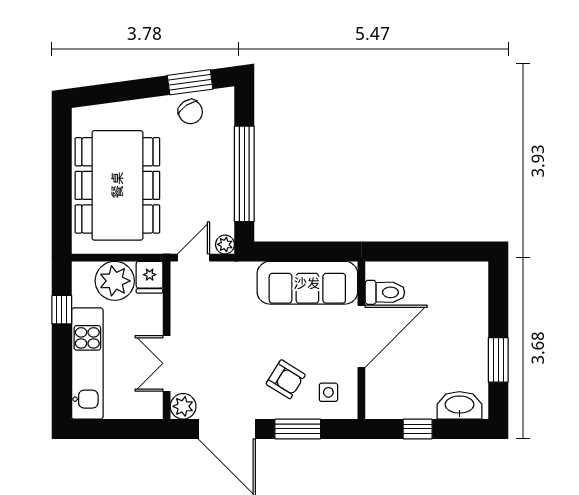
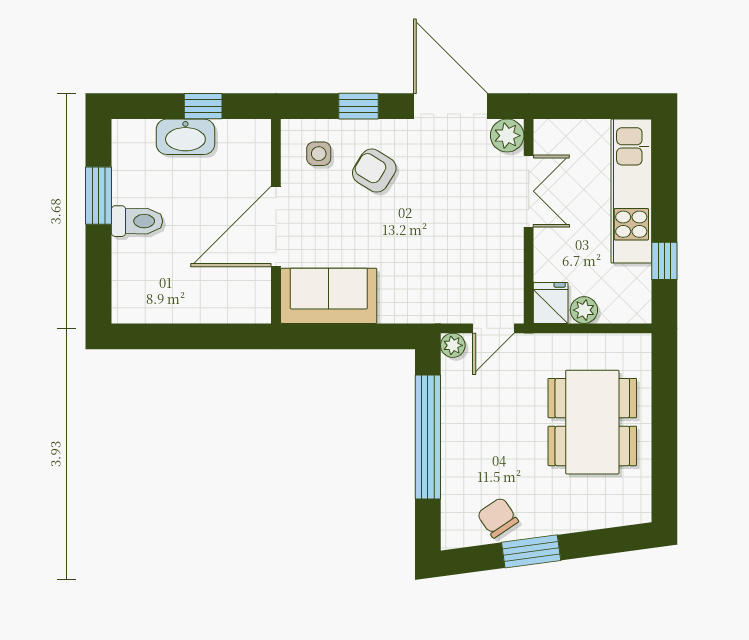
window: (190, 82) -> (531, 551), moved
dining table: (117, 185) -> (592, 422), width x0.73, depth x0.80
plant: (115, 281) -> (584, 310), width x0.53, depth x0.53
sofa: (307, 283) -> (329, 296), width x0.73
toilet: (385, 292) -> (137, 221), moved, turned 180
washbasin: (459, 405) -> (185, 137), moved
window: (298, 429) -> (359, 106), width x0.67

